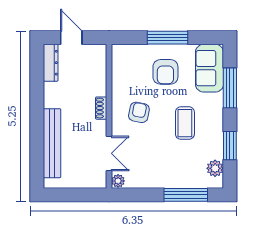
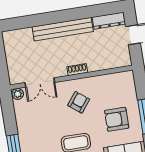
armchair: (139, 112) -> (79, 102), turned -63
bench: (52, 143) -> (63, 29), moved

